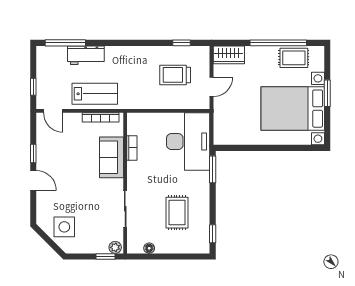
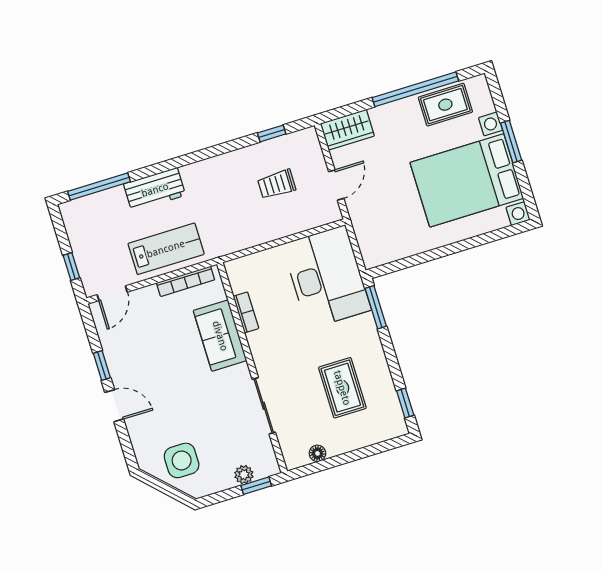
workbench: (86, 55) -> (155, 190), moved
trolley: (175, 75) -> (277, 184), width x0.73, depth x0.72
door: (53, 111) -> (112, 293), hinge flipped
plant: (115, 247) -> (244, 475), moved

